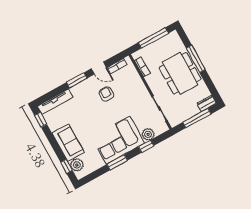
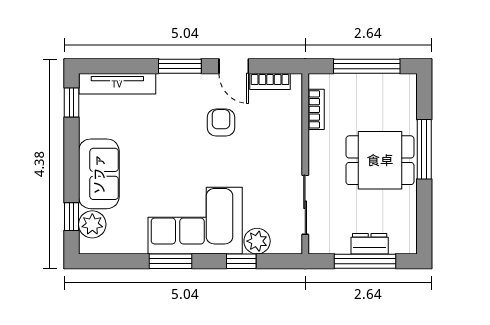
dining table: (180, 73) -> (380, 160), width x0.73
dresser: (207, 103) -> (370, 244), moved

